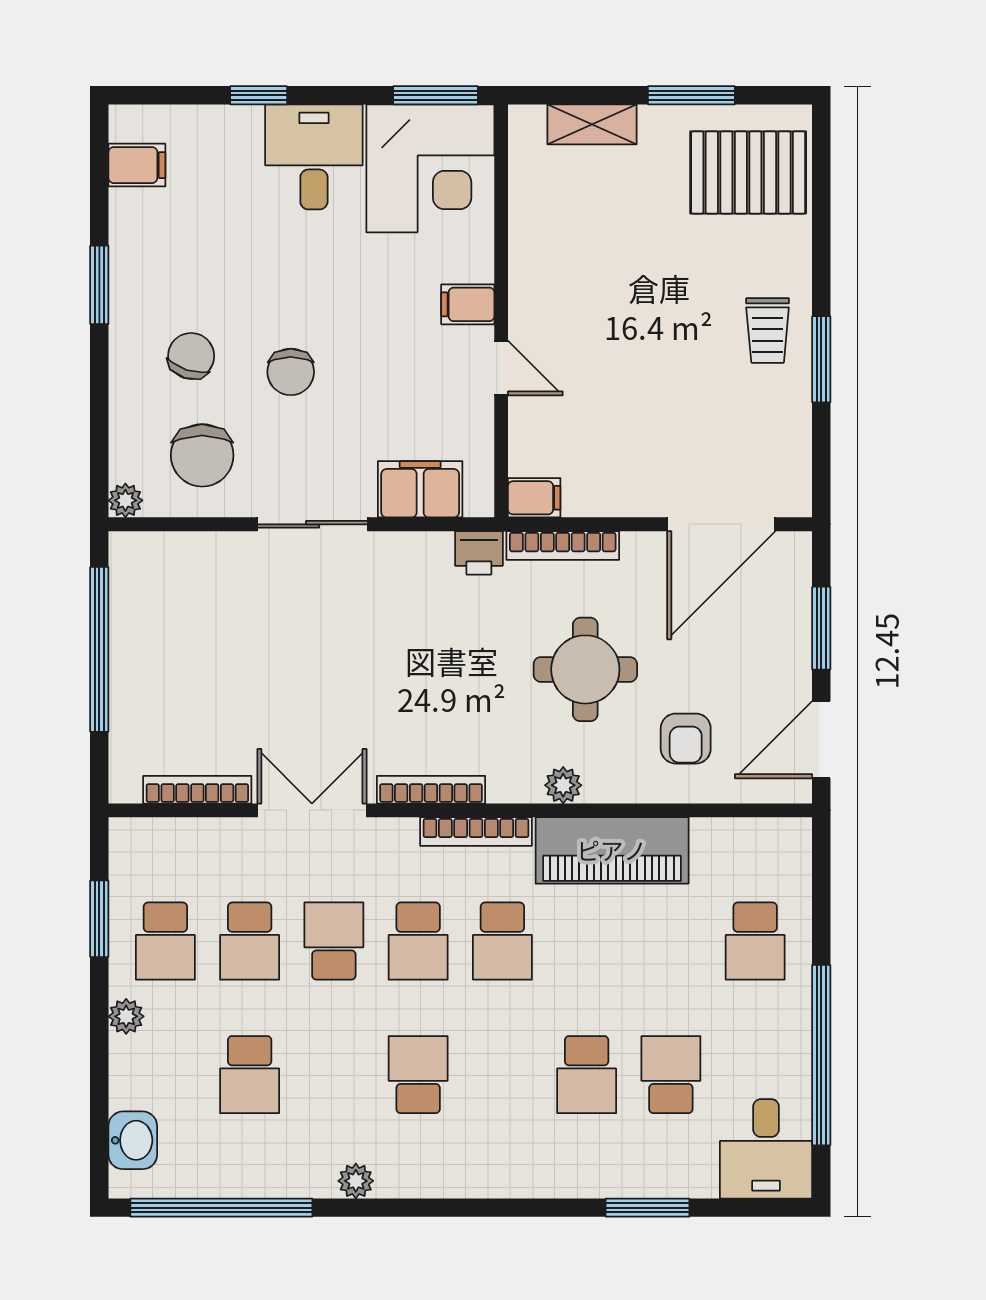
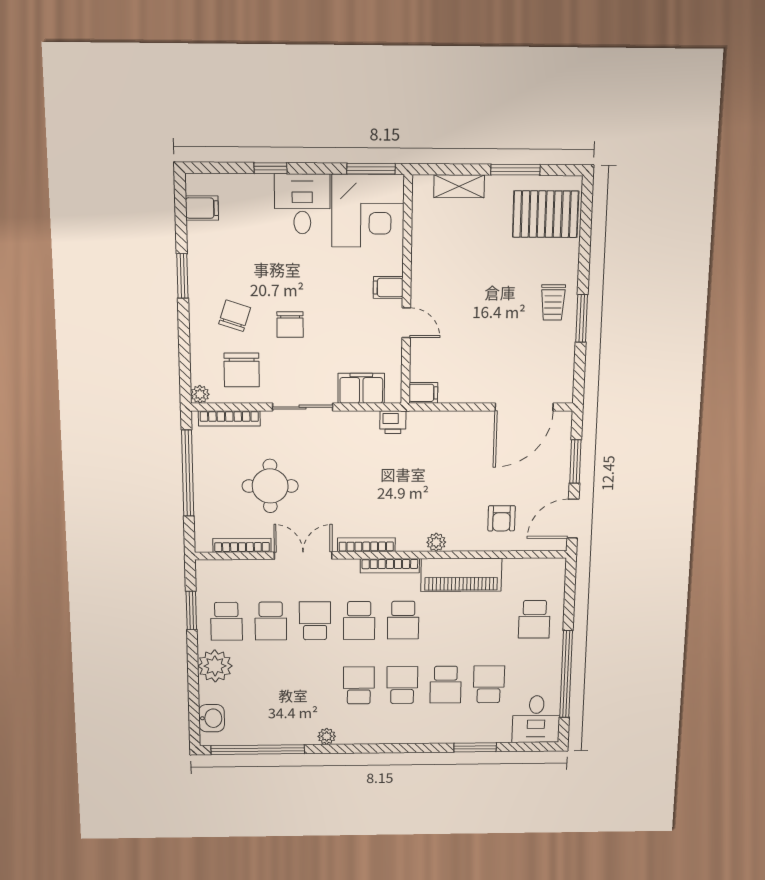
bookcase: (563, 546) -> (229, 418), moved
round table: (585, 669) -> (270, 486), moved
plant: (126, 1016) -> (215, 666), width x1.88, depth x1.88
school desk: (250, 1075) -> (402, 685), moved, turned 180

